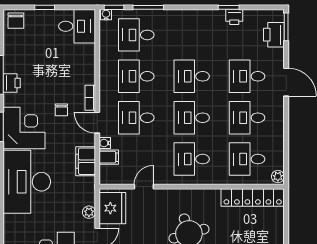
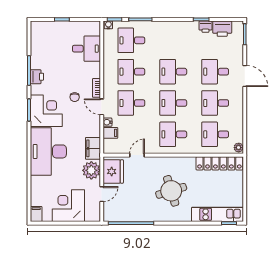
chair: (16, 21) -> (40, 29), removed
desk: (77, 26) -> (86, 49), moved
printer: (274, 35) -> (222, 29), moved, turned -90
filing cabinet: (86, 161) -> (93, 148), moved
plant: (89, 212) -> (91, 170), width x1.88, depth x1.88

